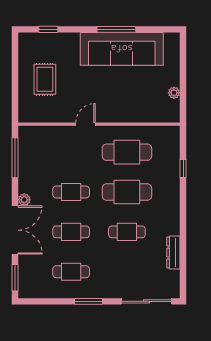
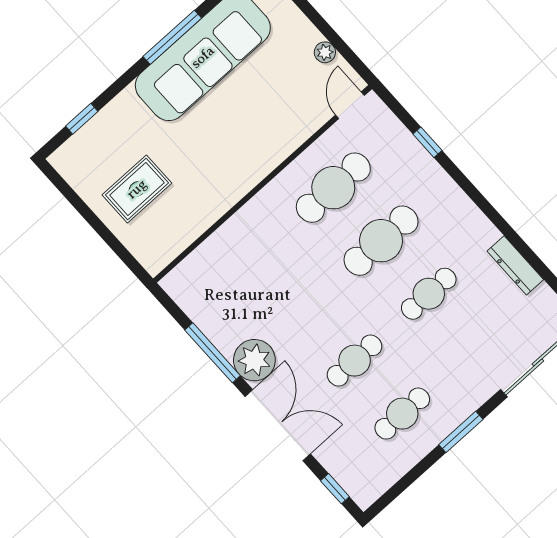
rug: (45, 79) -> (137, 189), turned 90
door: (86, 124) -> (350, 105), moved
window: (15, 158) -> (213, 353), moved
cafe table: (71, 192) -> (307, 308), removed
plant: (24, 200) -> (254, 360), width x1.88, depth x1.88
window: (15, 278) -> (335, 489), width x0.67

